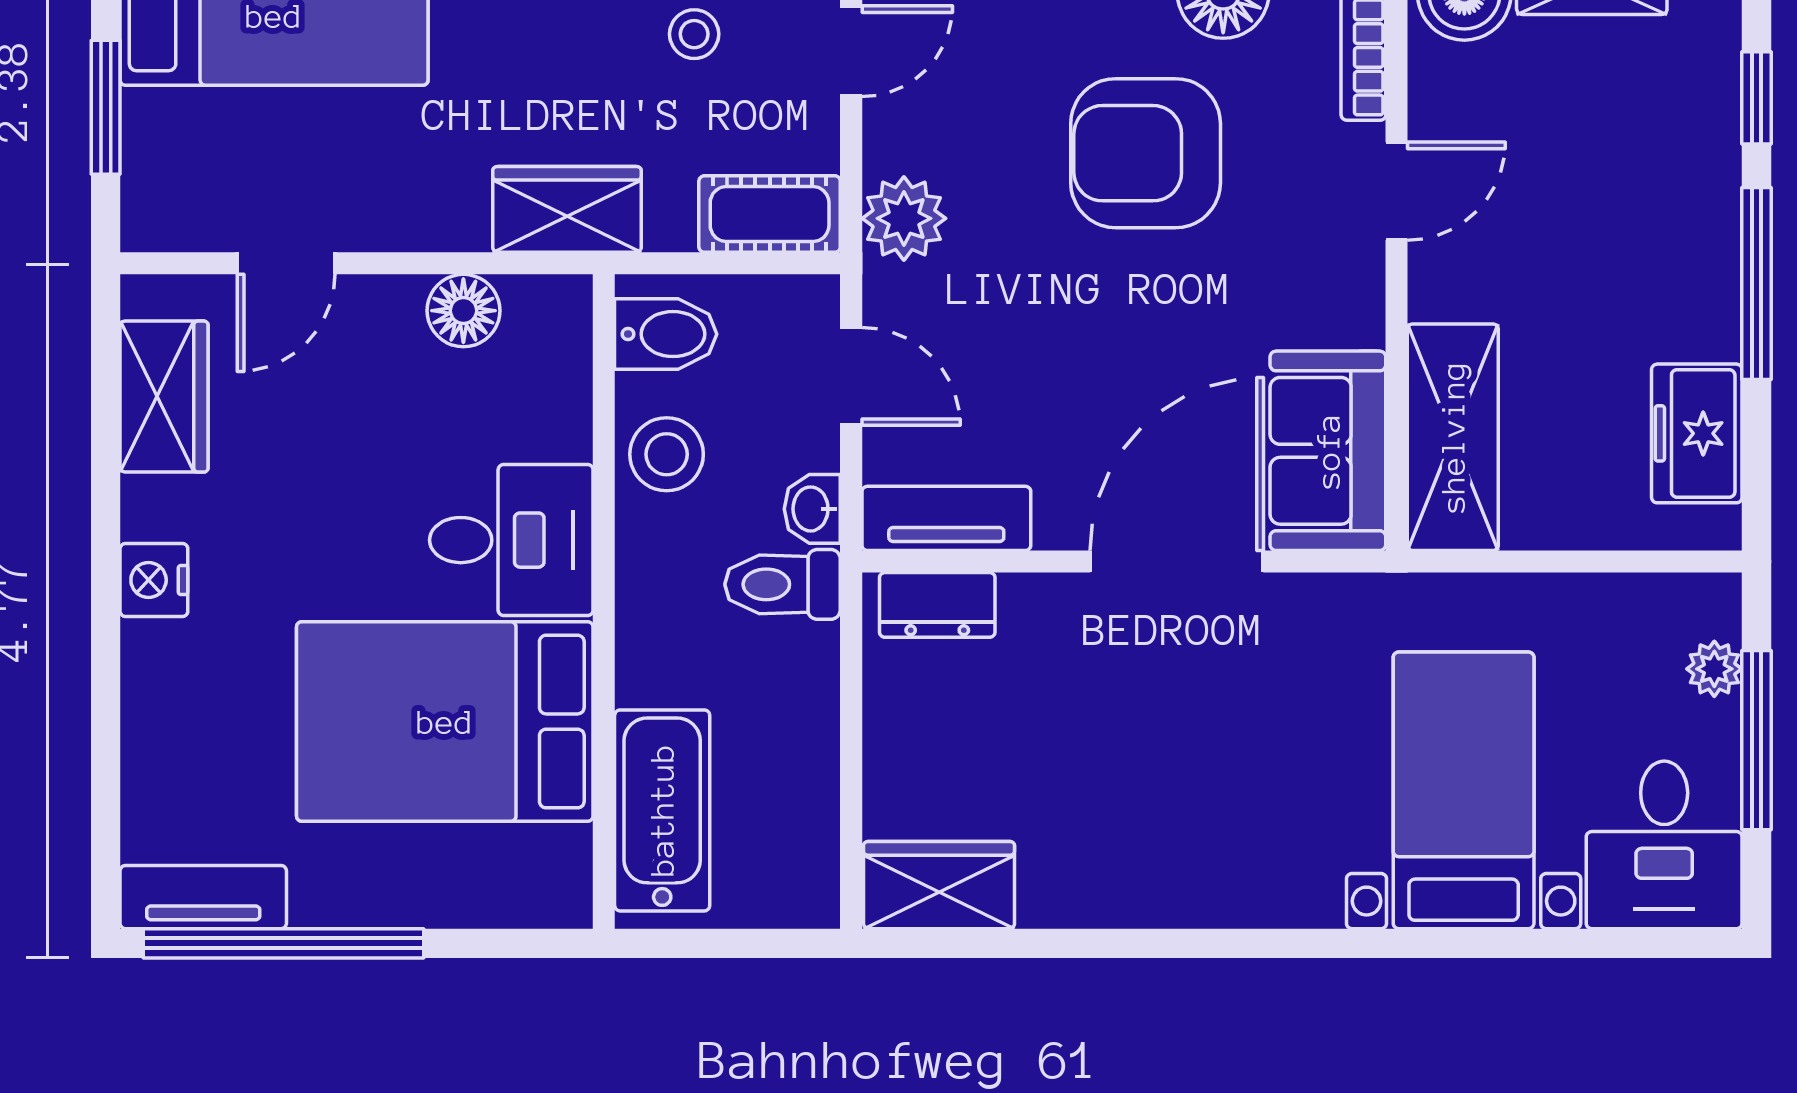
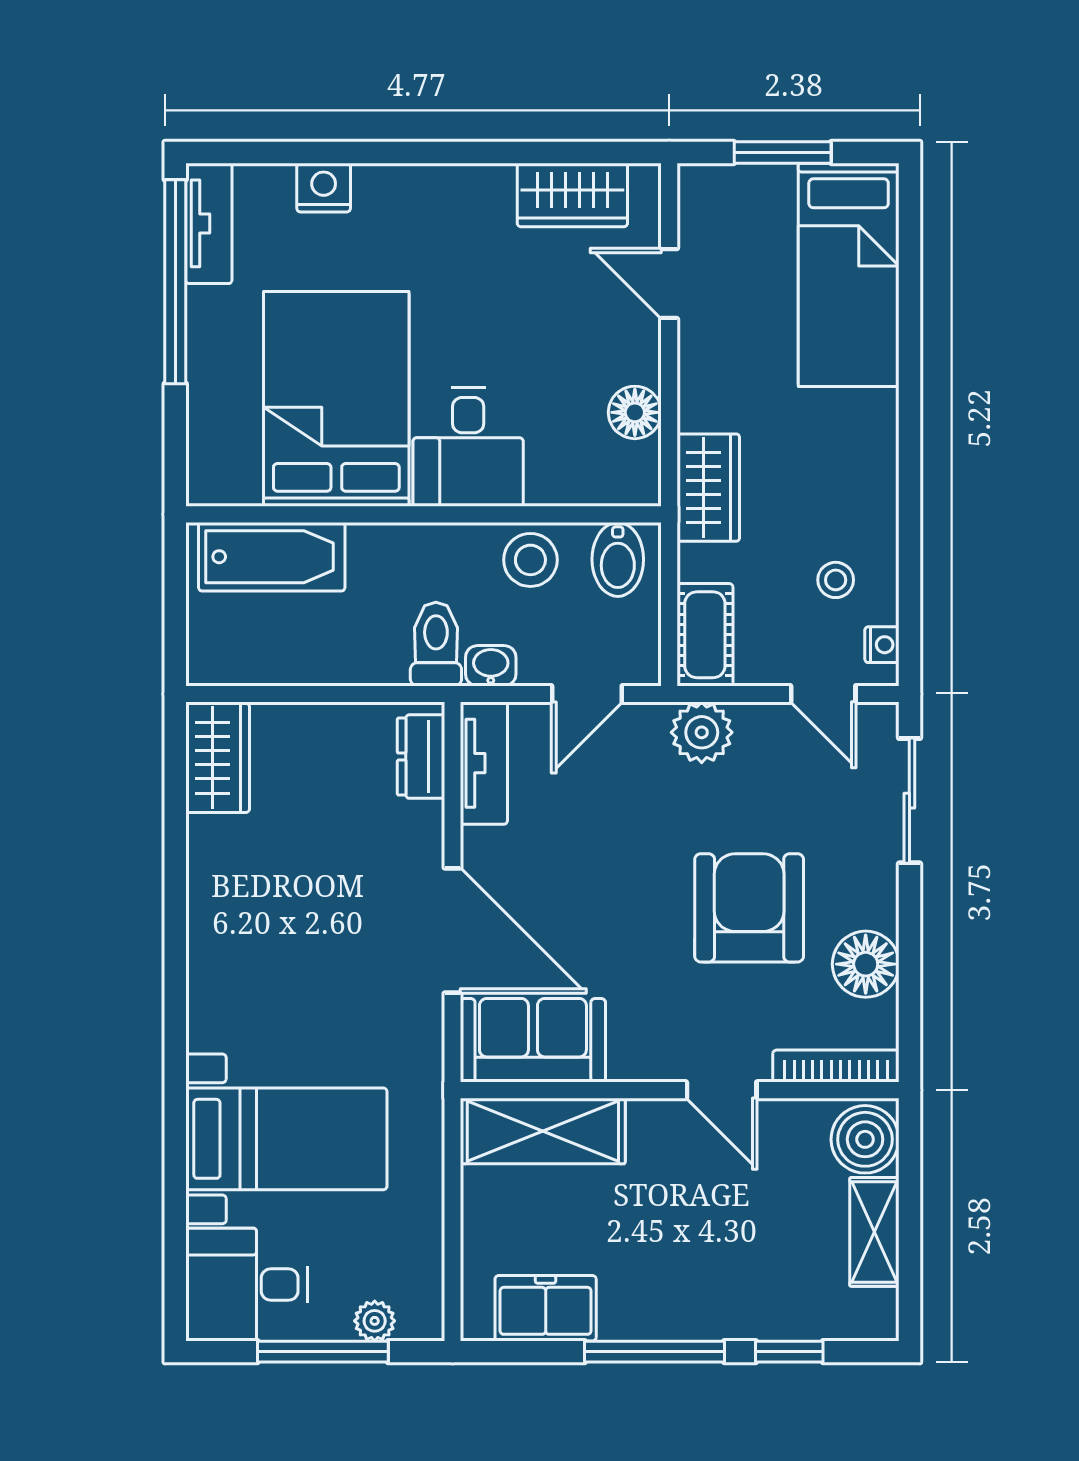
nightstand: (154, 580) -> (324, 188), moved

